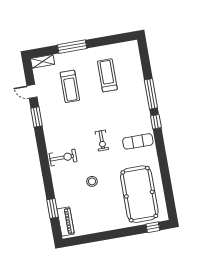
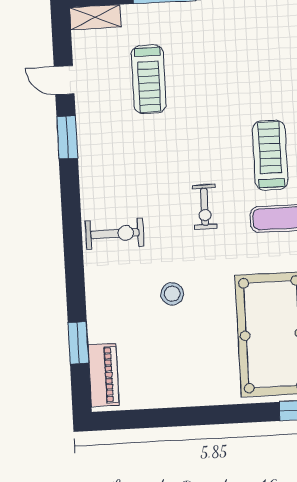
treadmill: (107, 75) -> (270, 155), moved

